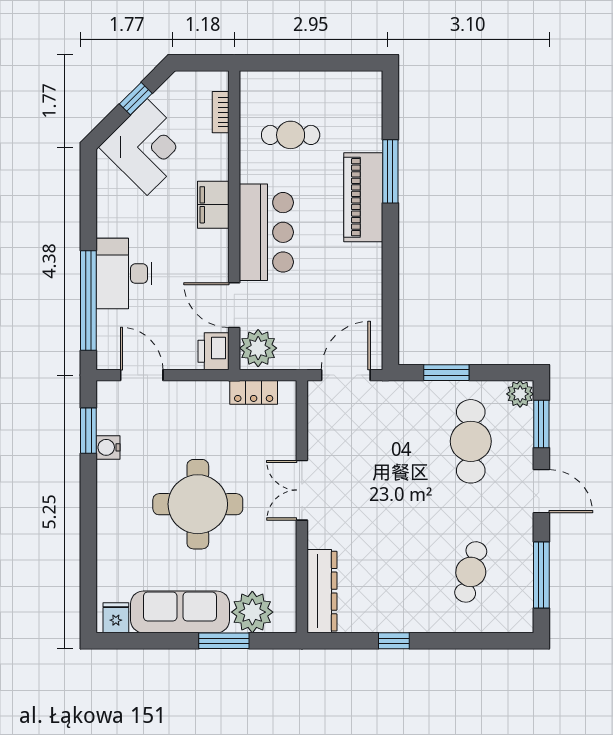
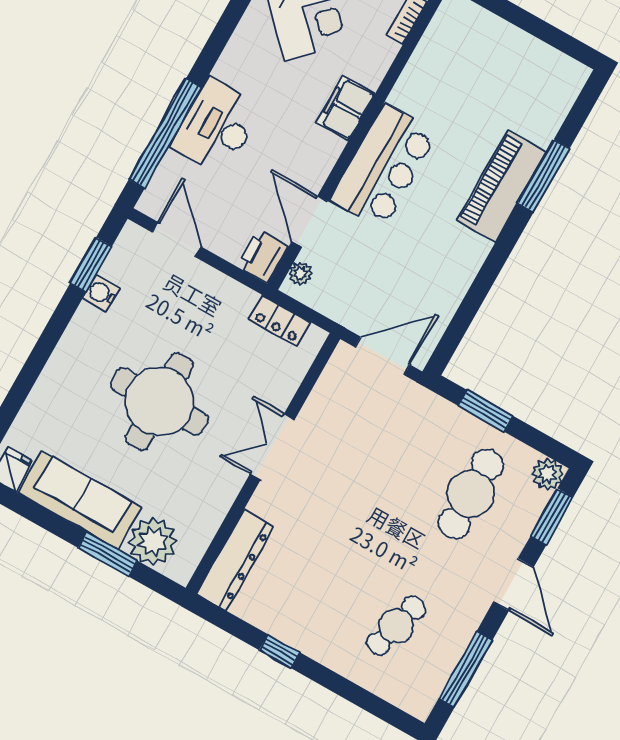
cafe table: (291, 135) -> (464, 82), removed
plant: (258, 348) -> (301, 274), width x0.53, depth x0.53

